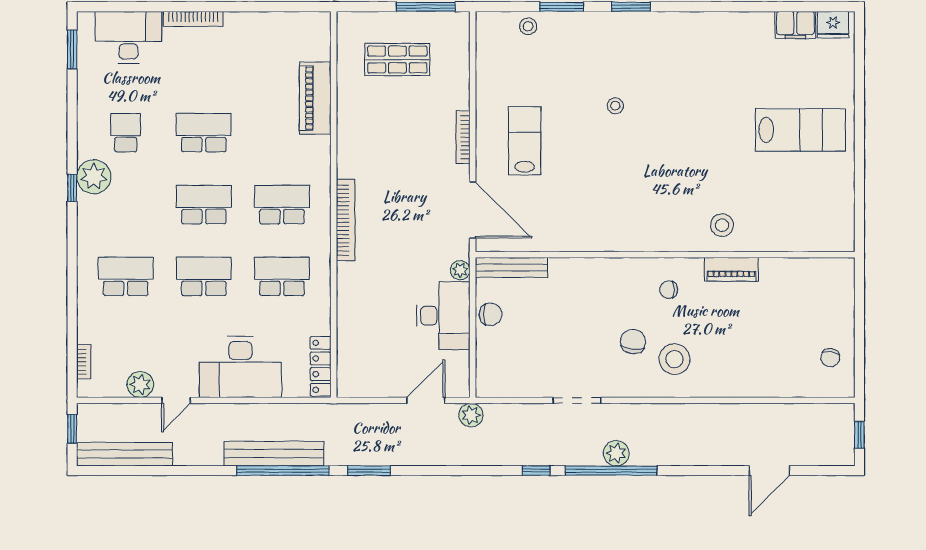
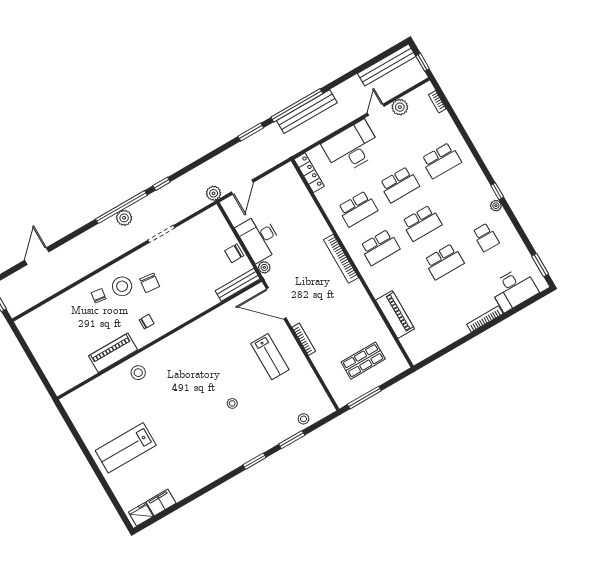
plant: (94, 177) -> (496, 206), width x0.53, depth x0.53
piano: (731, 269) -> (113, 353), width x1.37, depth x1.33
chair: (830, 358) -> (98, 296), moved

